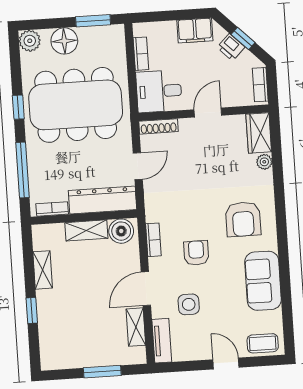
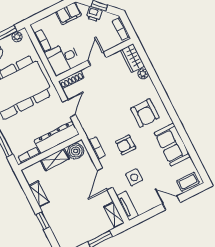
plant: (107, 33) -> (17, 37), added
armchair: (196, 253) -> (126, 145), turned -90
shelving: (136, 327) -> (114, 215), moved

